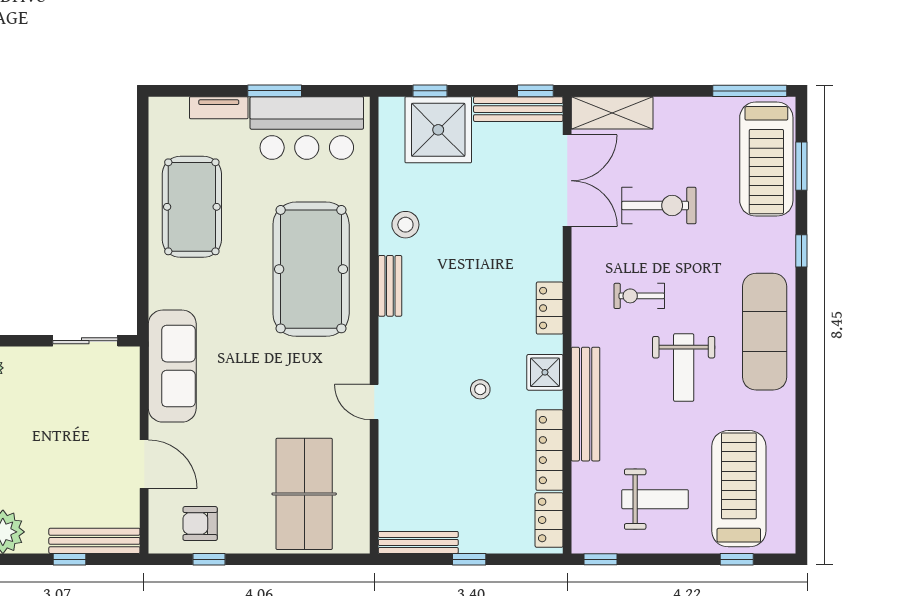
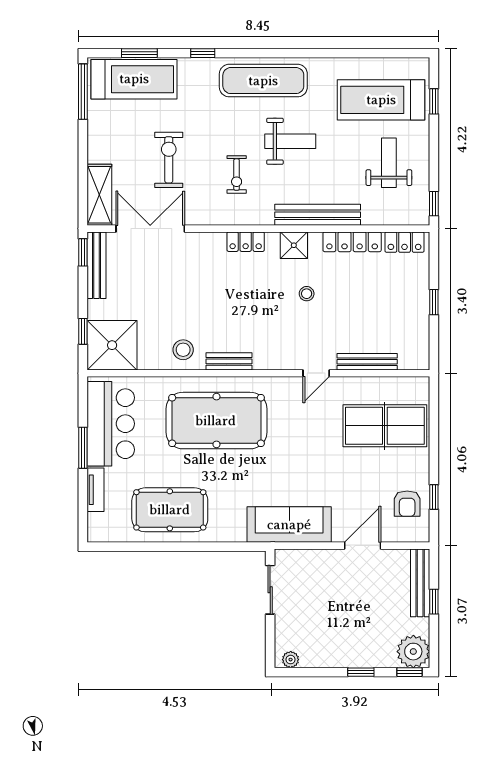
shower: (438, 130) -> (112, 345), moved
bench: (418, 542) -> (367, 362), moved, turned 90

